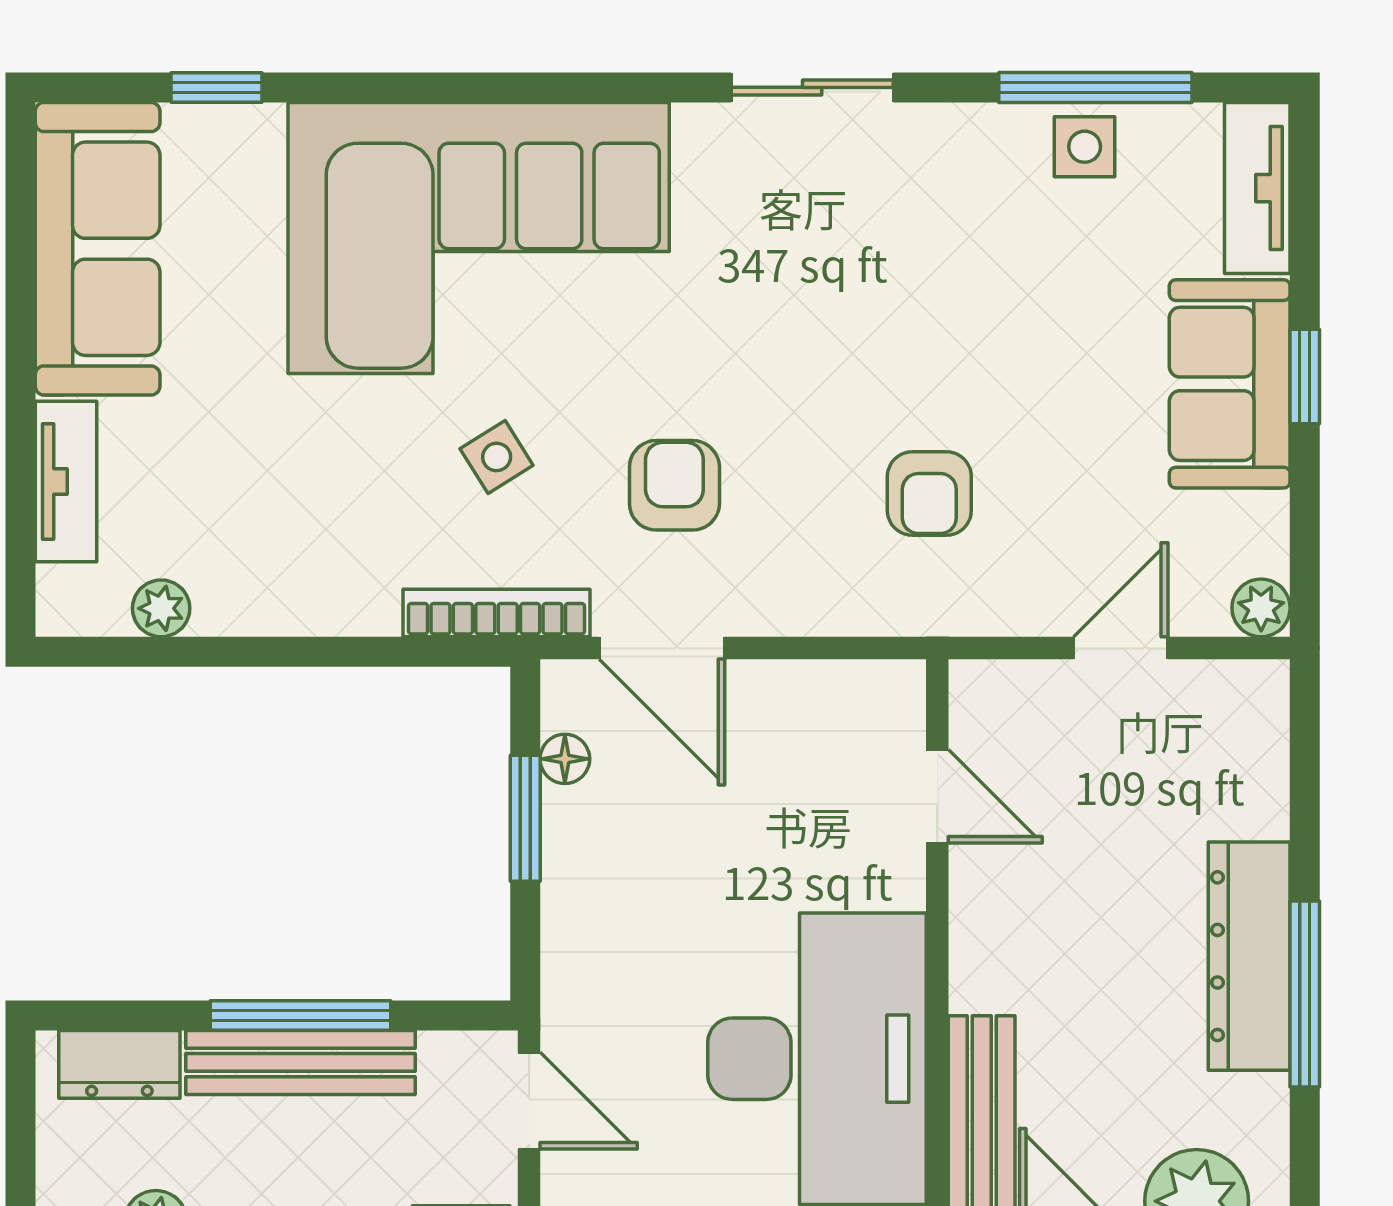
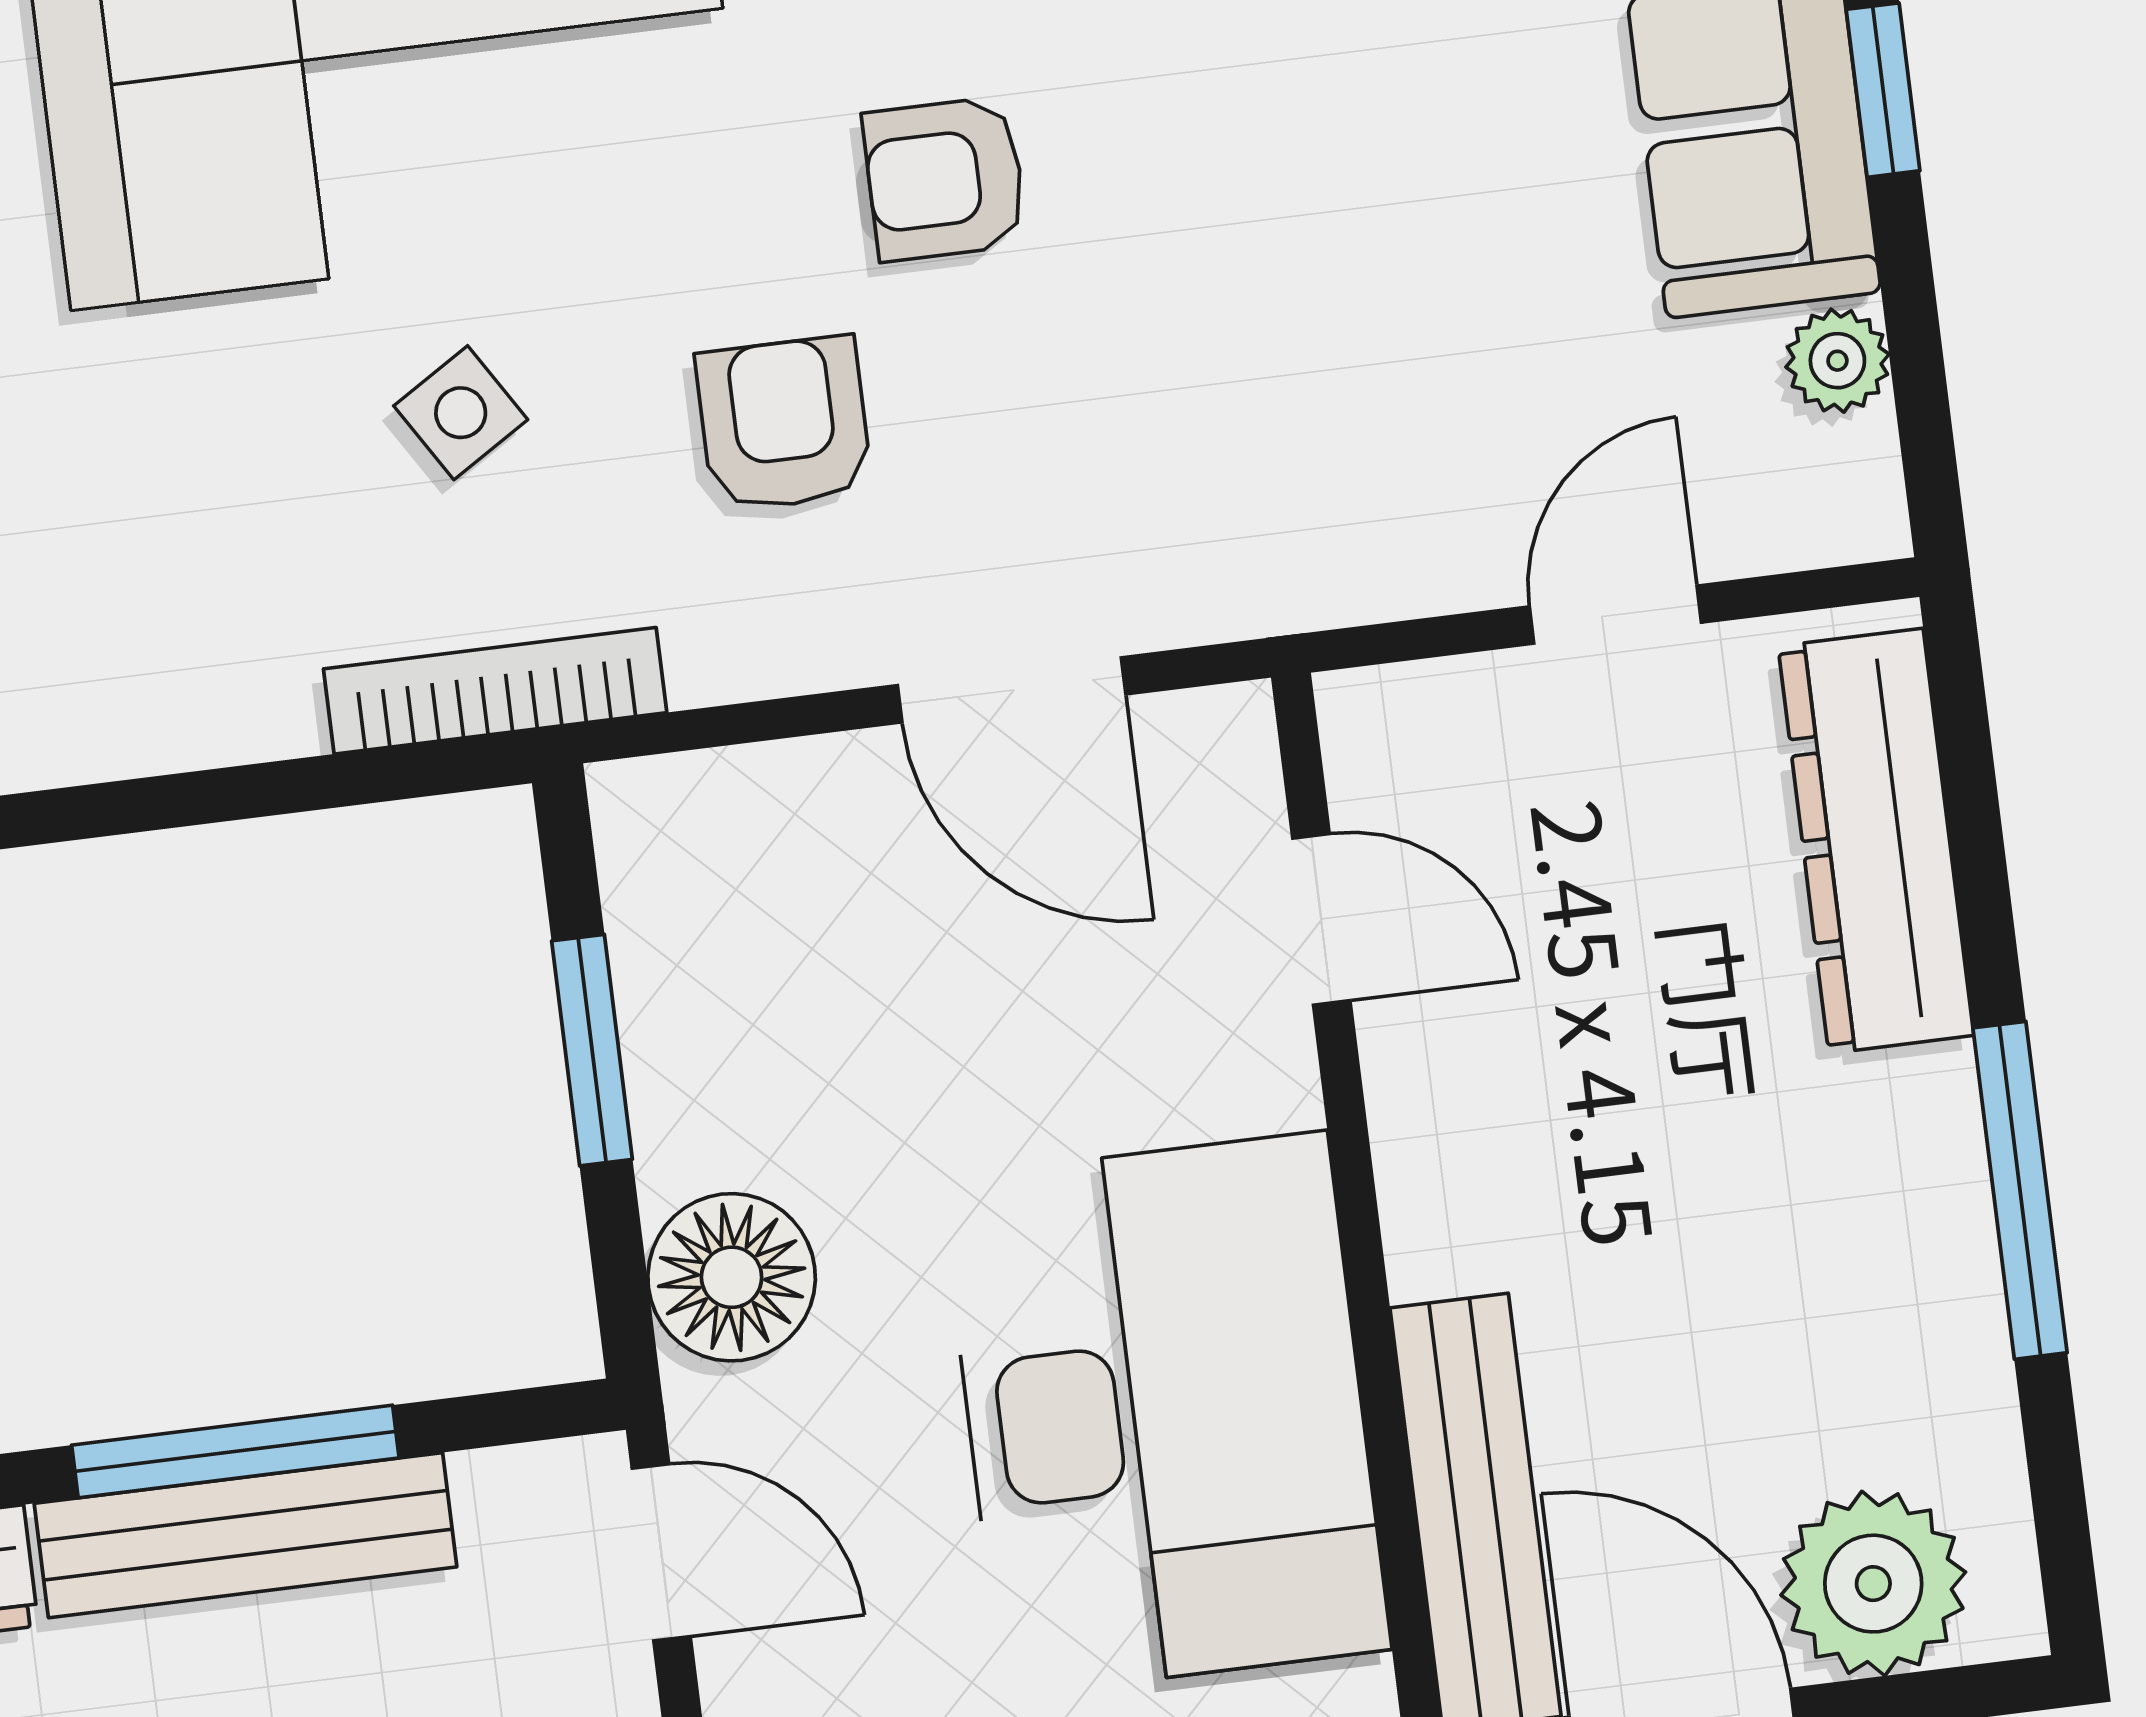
armchair: (929, 493) -> (945, 179), moved, turned 90
plant: (1261, 608) -> (1837, 361), moved
door: (662, 648) -> (1012, 690), moved
floor lamp: (565, 759) -> (732, 1277), moved, width x1.89, depth x1.89
dresser: (1249, 956) -> (1876, 841), moved

